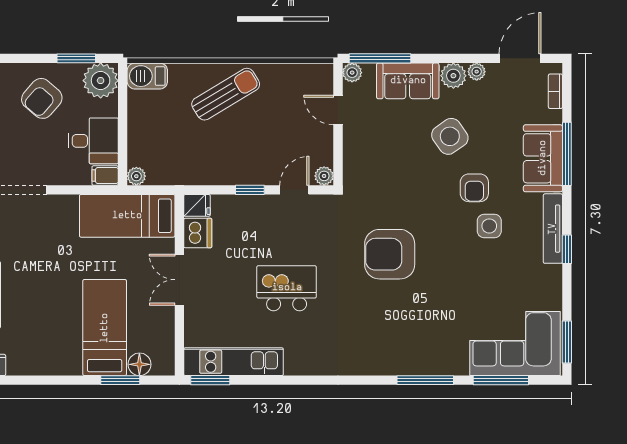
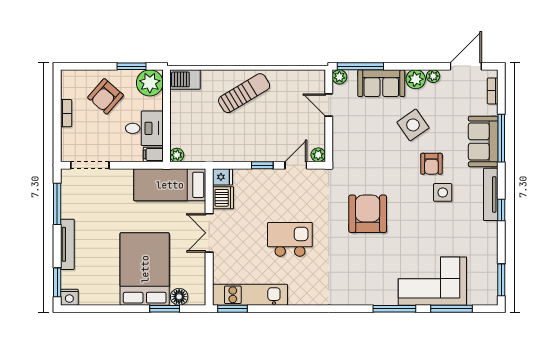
armchair: (390, 254) -> (368, 214), turned 90
bed: (105, 328) -> (145, 269), width x1.50
corner sofa: (515, 344) -> (432, 281), moved

